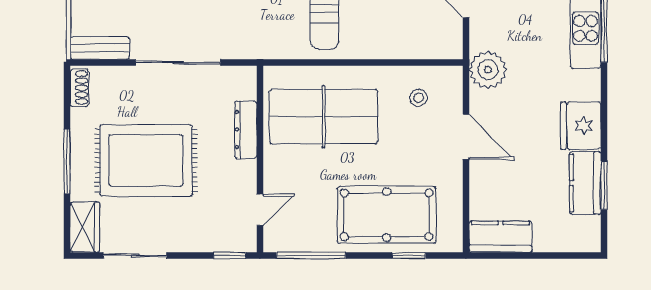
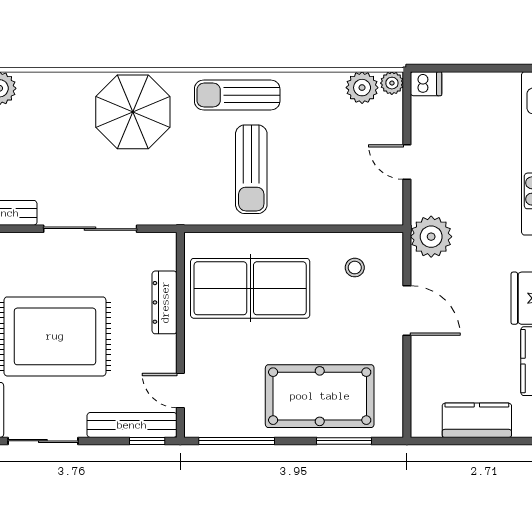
door: (260, 210) -> (180, 391), swing flipped
kitchen counter: (500, 237) -> (477, 420), moved
bench: (216, 241) -> (132, 425), added
window: (409, 255) -> (344, 441), width x1.50

